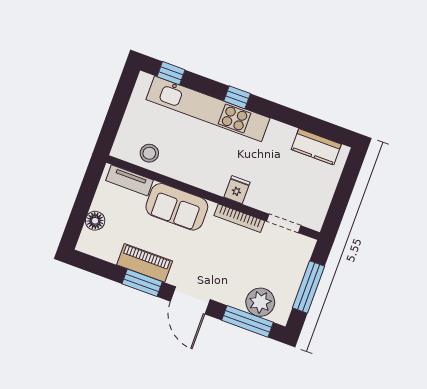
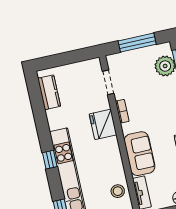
fridge: (237, 190) -> (103, 124), width x1.88, depth x1.34
bookcase: (239, 218) -> (122, 111), width x0.64

